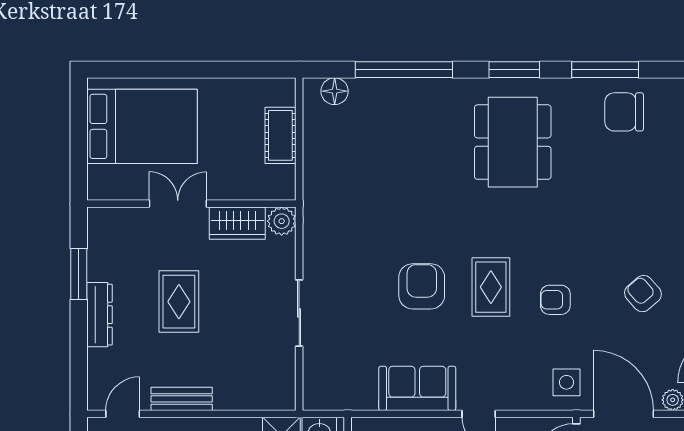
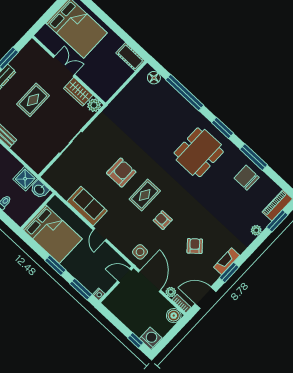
cot: (280, 135) -> (130, 57), moved, turned 90

